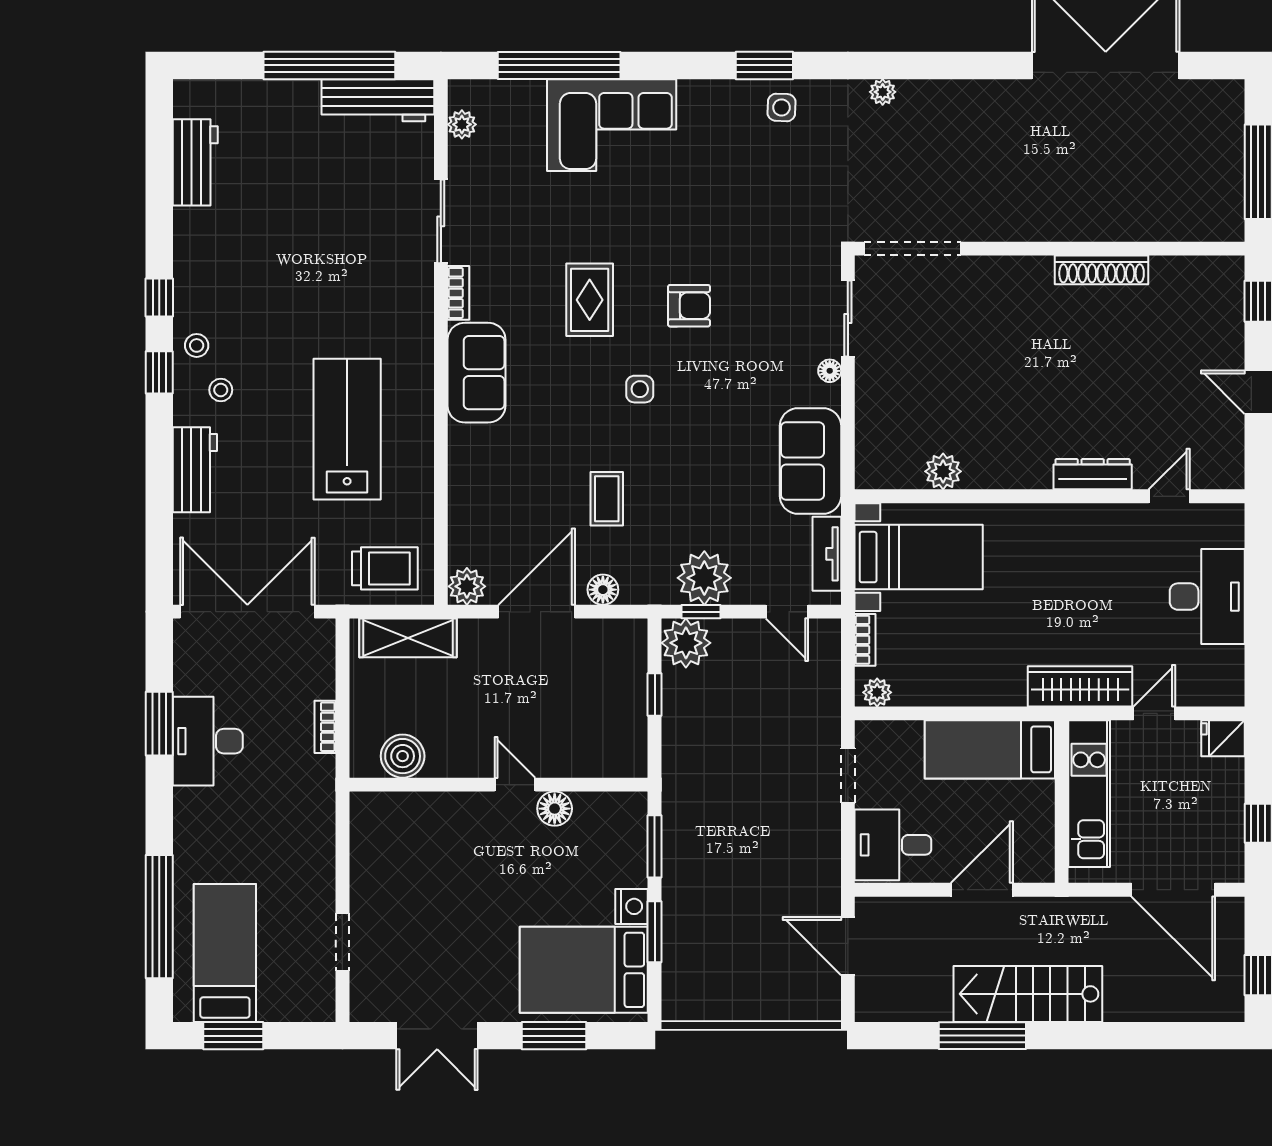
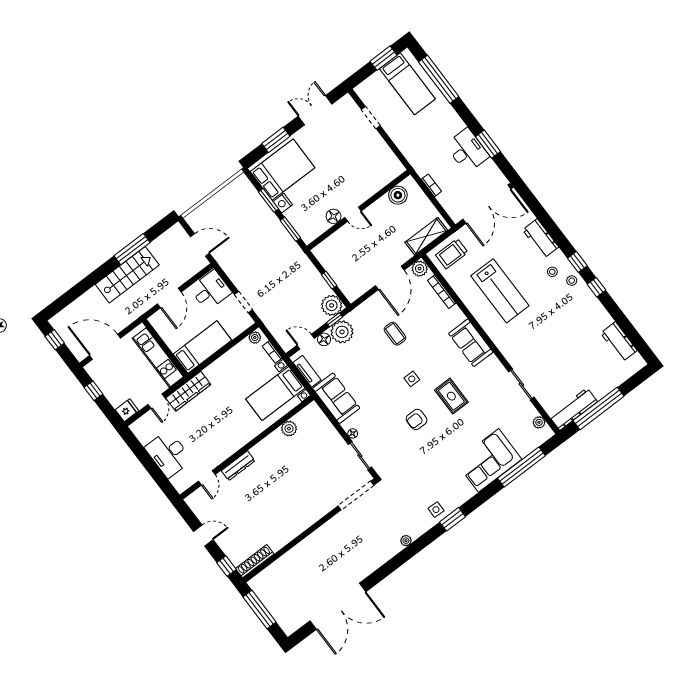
shoe rack: (1102, 270) -> (255, 561), moved
bookcase: (458, 293) -> (442, 292), moved, width x1.56
floor lamp: (603, 590) -> (324, 339), moved

